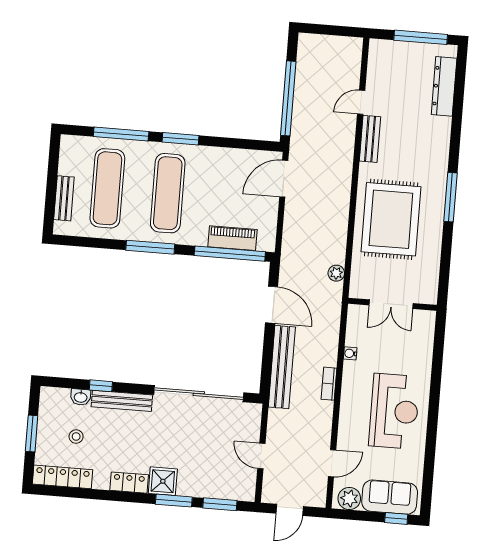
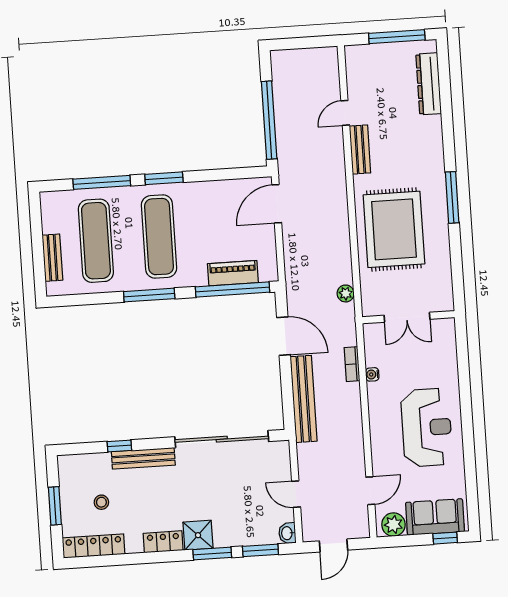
bookcase: (329, 384) -> (352, 364), moved
washbasin: (81, 397) -> (287, 533), moved, turned 90

